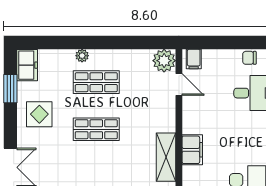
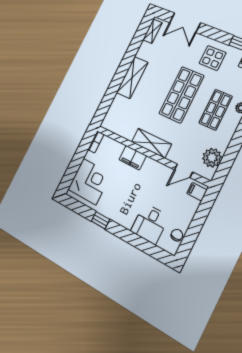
plant: (164, 61) -> (212, 158), moved
shop shelf: (96, 129) -> (181, 95), width x1.43, depth x1.36
shelving: (166, 157) -> (151, 143), moved

